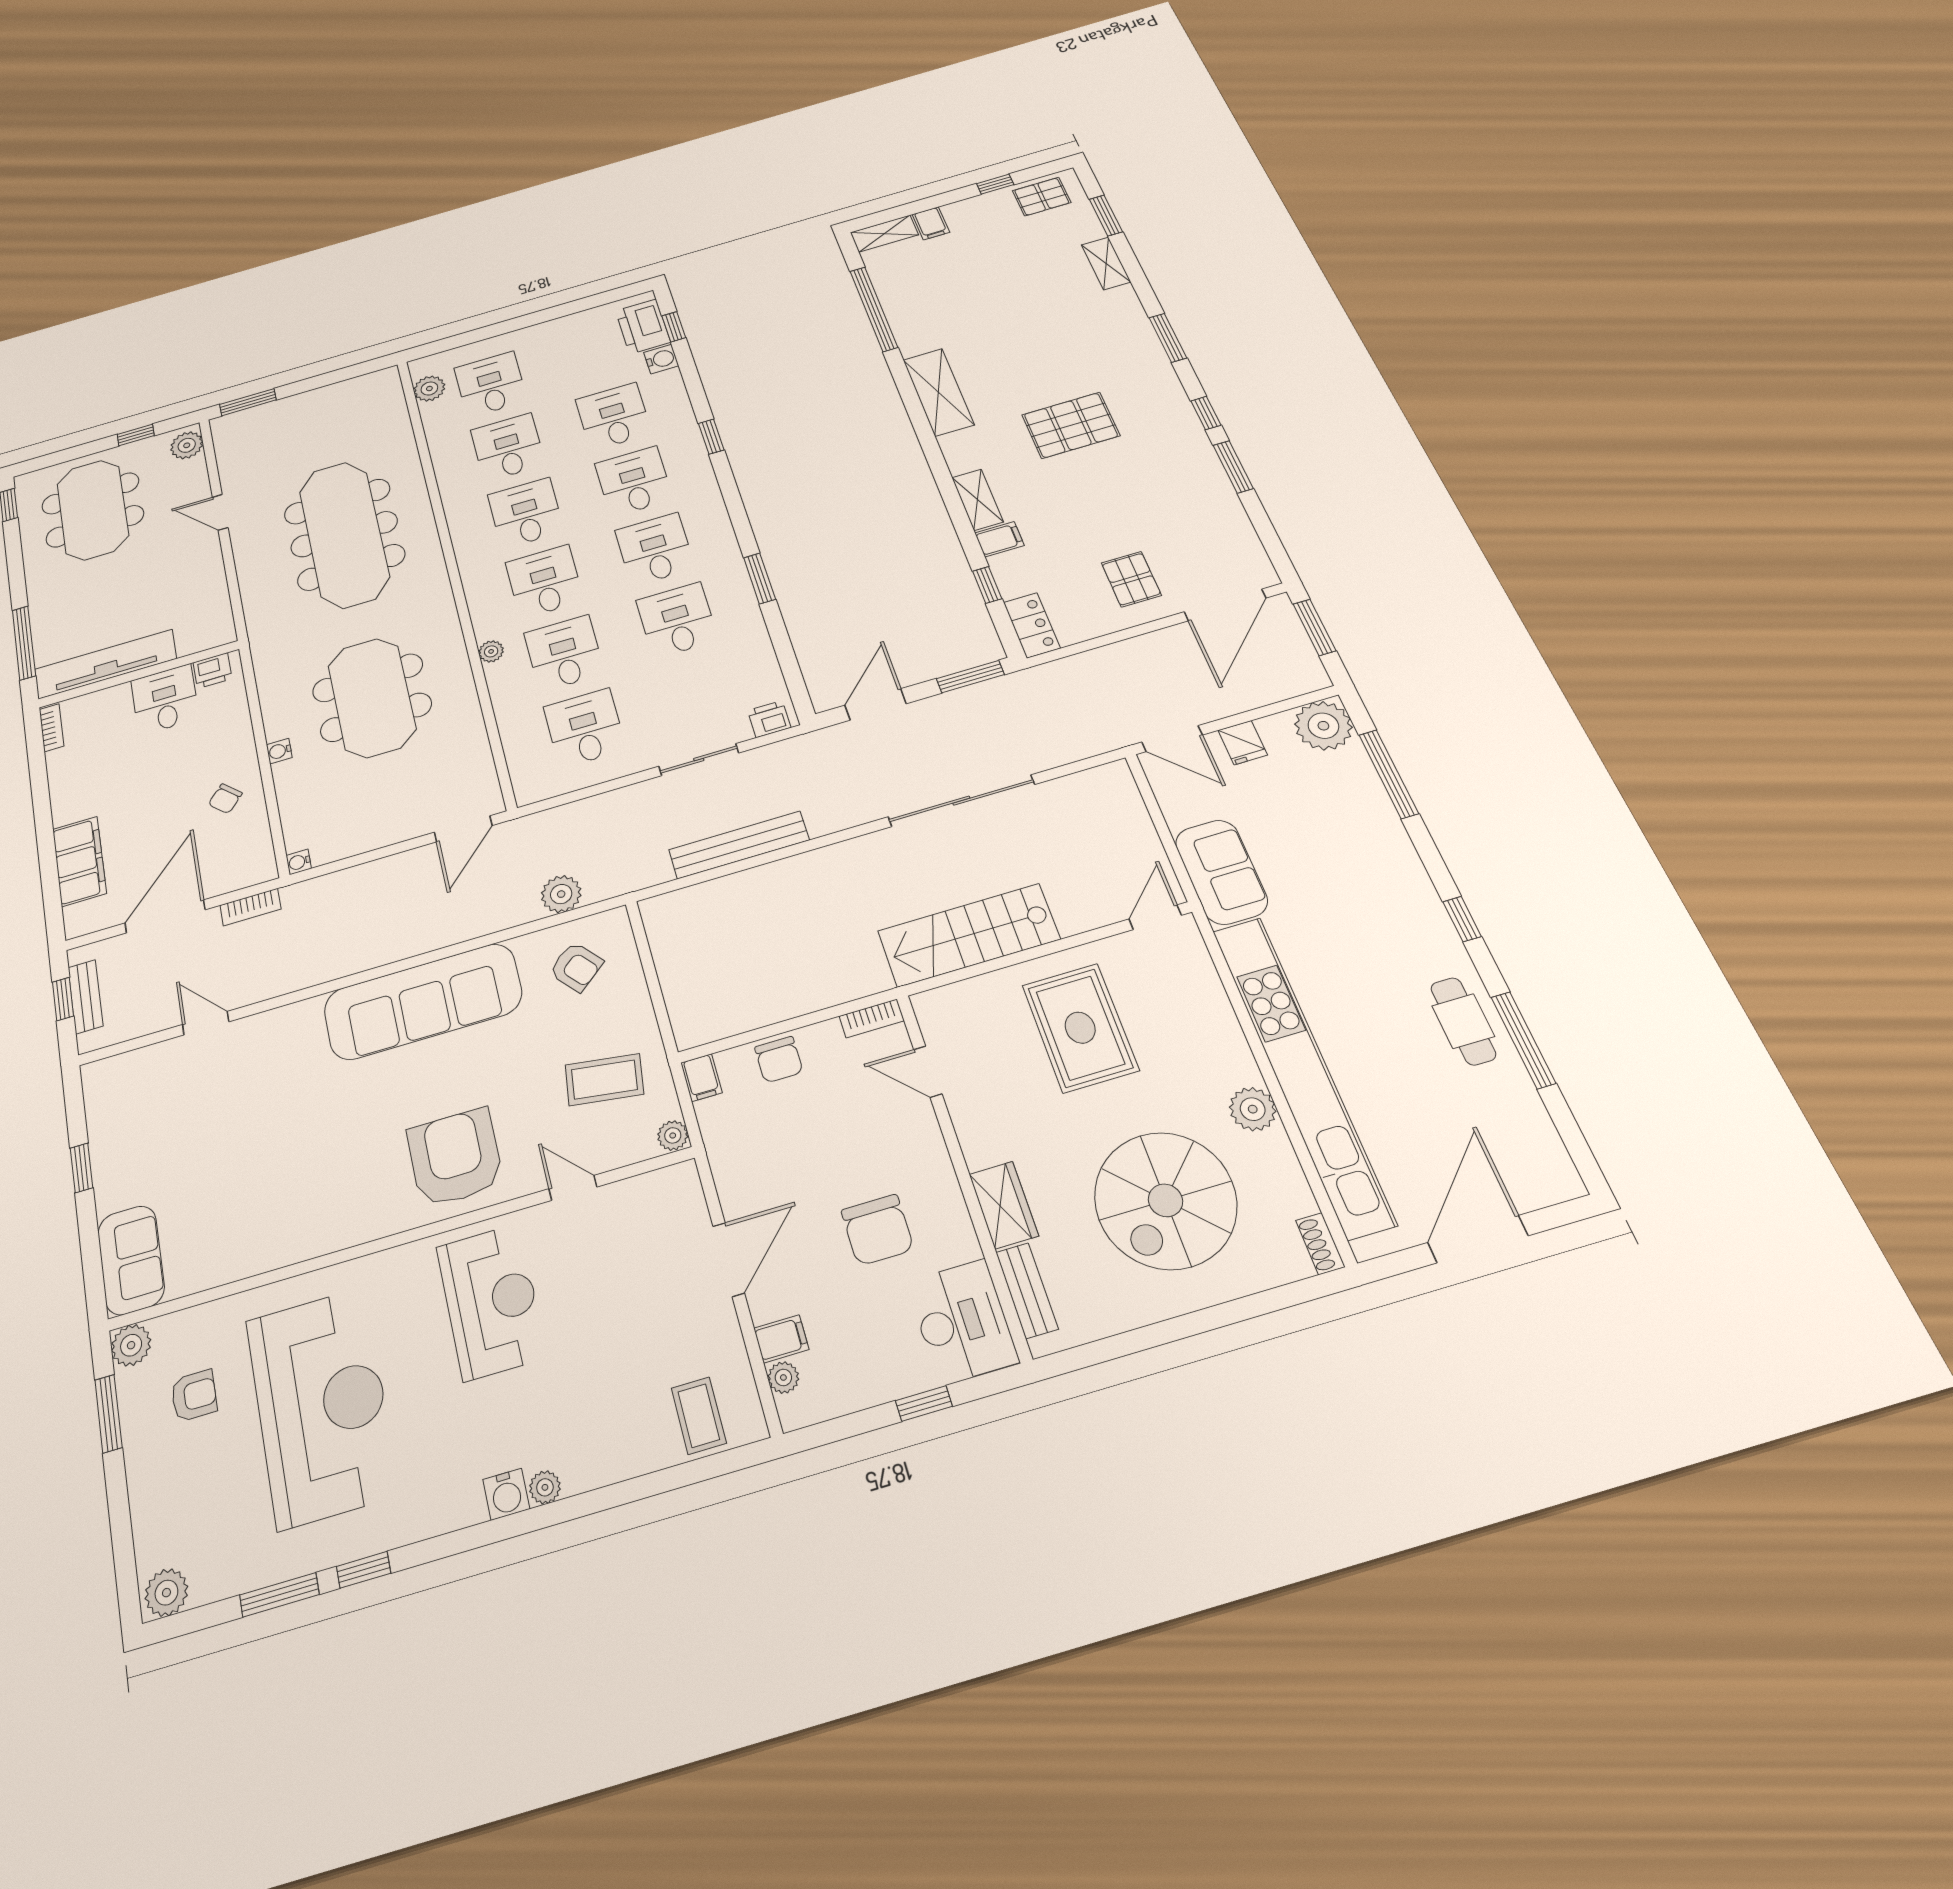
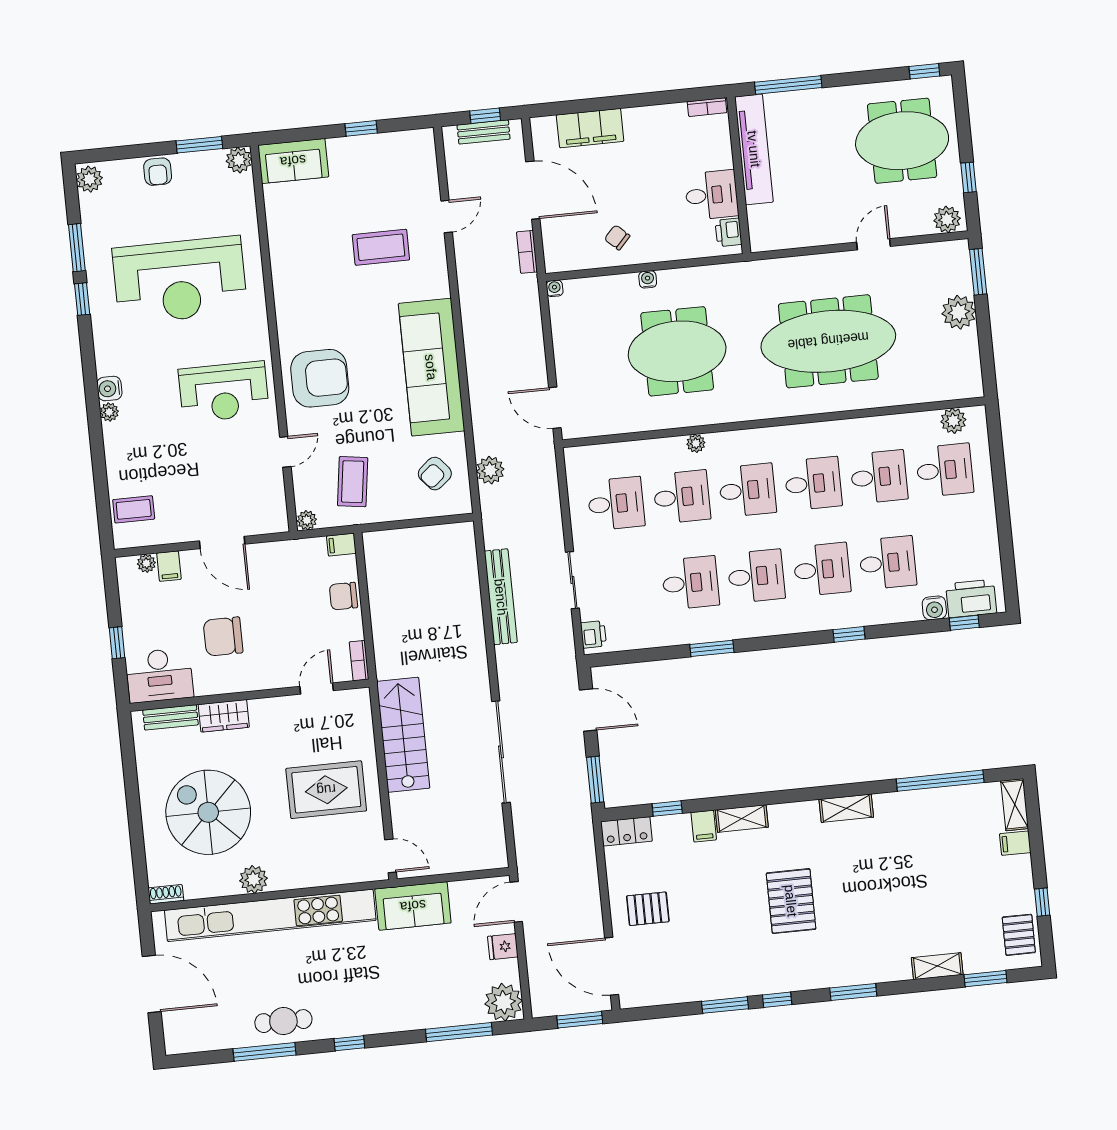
shelving: (938, 392) -> (846, 808), width x0.67, depth x0.75
plant: (298, 411) -> (959, 312), added
coffee table: (254, 1106) -> (381, 247), added
armchair: (194, 1396) -> (158, 172), moved

